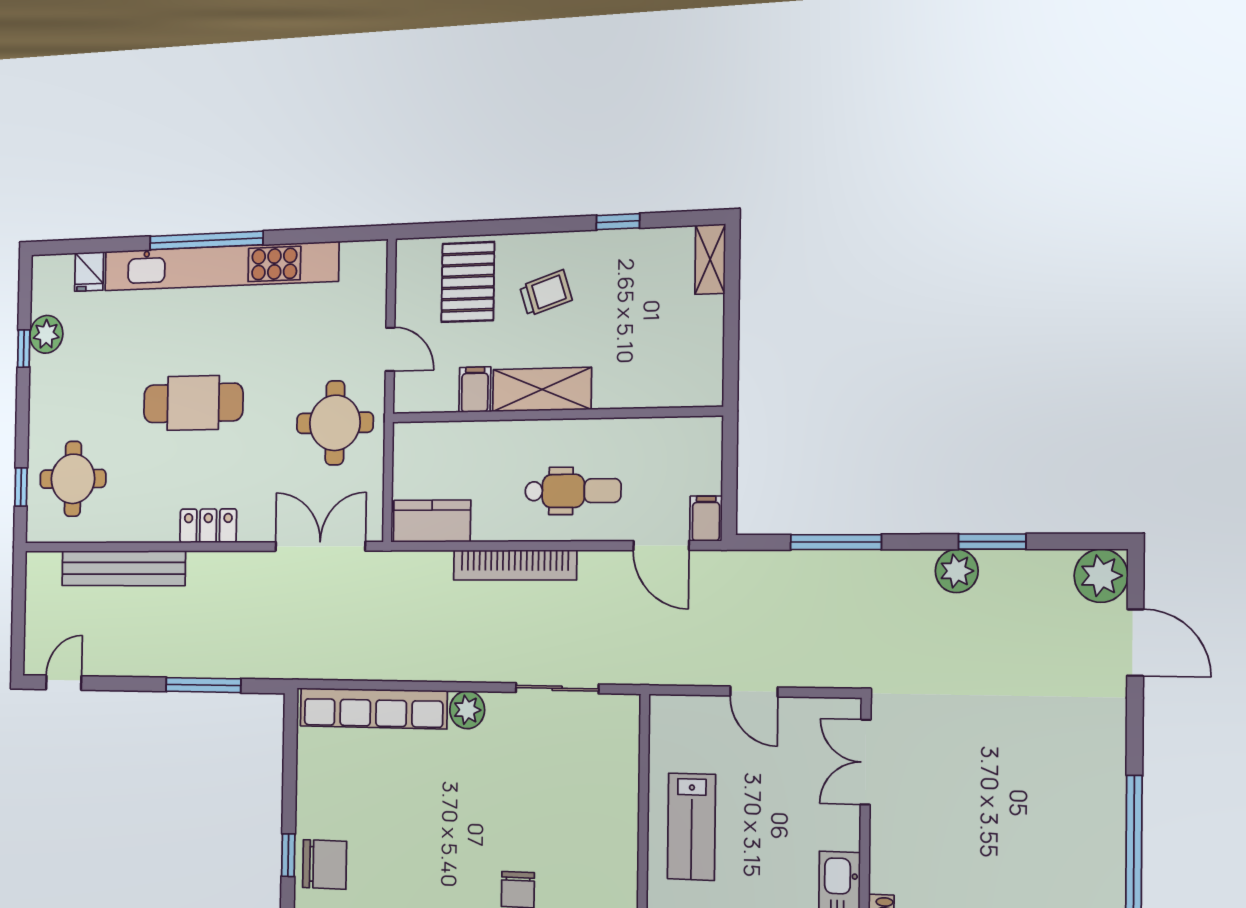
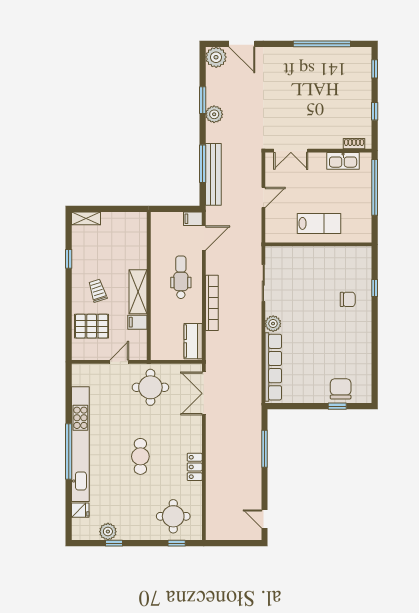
cafe table: (193, 403) -> (140, 456), width x0.73, depth x0.74
locker: (208, 526) -> (195, 467), moved
bench: (123, 568) -> (213, 174), moved
door: (1135, 643) -> (242, 44), swing flipped

